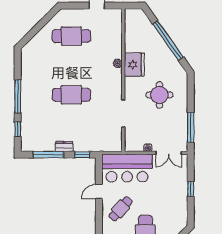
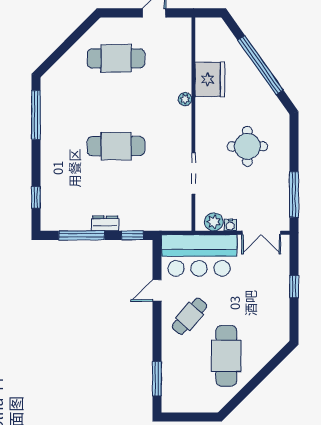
fridge: (134, 65) -> (210, 79), moved
window: (18, 96) -> (36, 115), moved
plant: (137, 146) -> (214, 222), added

